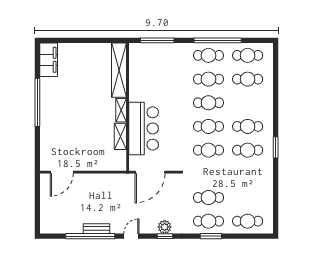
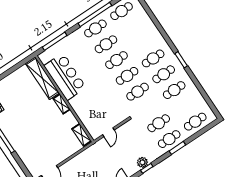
cafe table: (248, 79) -> (174, 90), moved
bar counter: (144, 128) -> (65, 77), moved
shelving: (120, 136) -> (82, 135), moved
door: (150, 172) -> (108, 132), width x0.53

